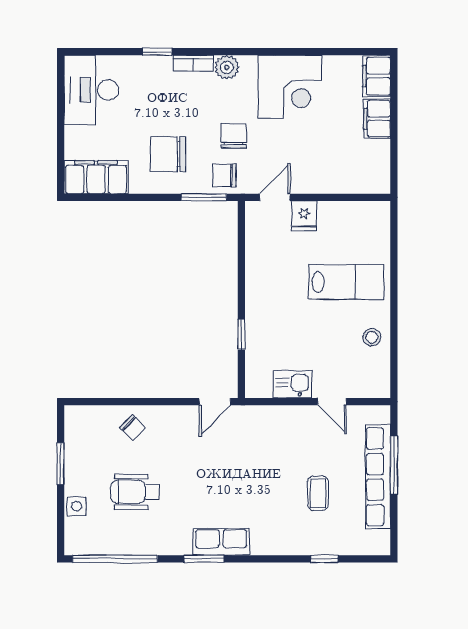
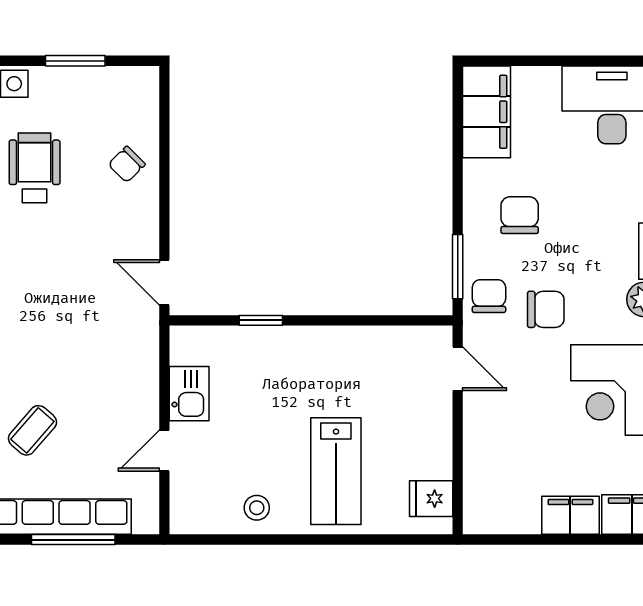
chair: (168, 154) -> (520, 215), width x0.73, depth x0.73
fridge: (304, 216) -> (431, 499), moved
coffee table: (318, 493) -> (32, 430), turned -49

